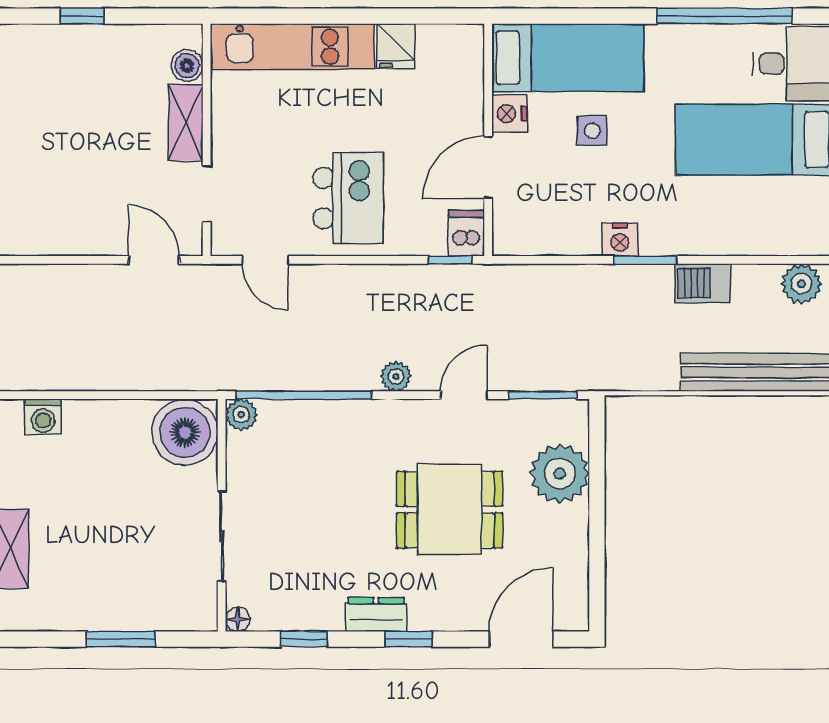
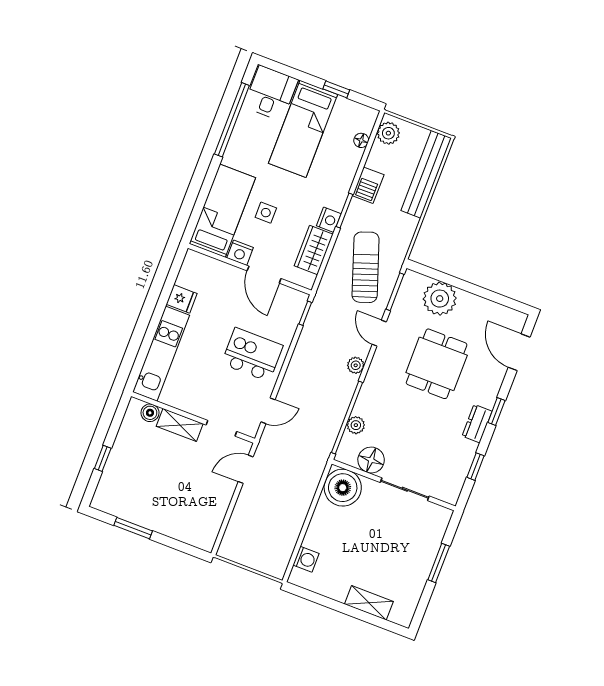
dishwasher: (466, 233) -> (294, 299), removed
wardrobe: (560, 234) -> (314, 250), added
floor lamp: (772, 243) -> (361, 140), added
sun lounger: (565, 331) -> (366, 267), added
plant: (241, 415) -> (356, 425), moved
floor lamp: (238, 619) -> (371, 460), moved, width x1.89, depth x1.89

